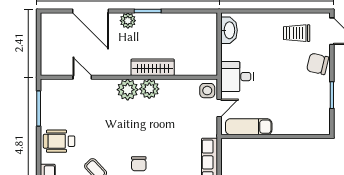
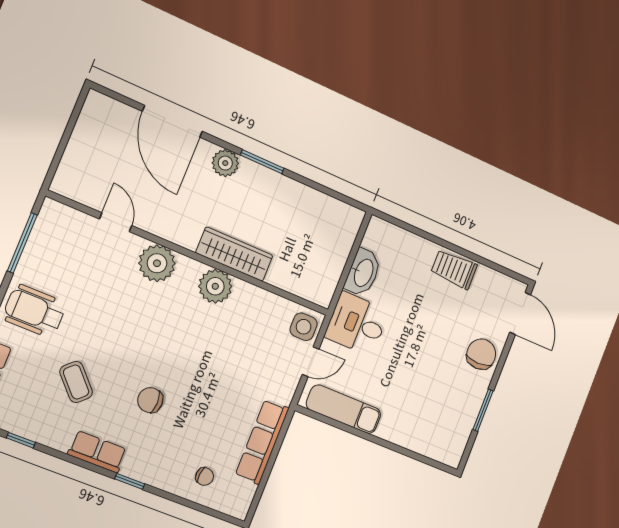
washbasin: (229, 30) -> (363, 273), moved
trolley: (297, 33) -> (454, 269), moved
chair: (318, 64) -> (481, 354), turned 77
plant: (128, 90) -> (157, 263), moved
chair: (139, 164) -> (150, 400), turned 90

